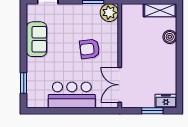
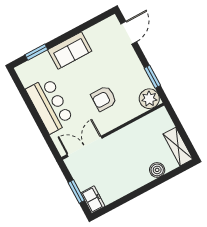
sofa: (37, 39) -> (70, 50), moved
armchair: (90, 49) -> (104, 98), turned -83

